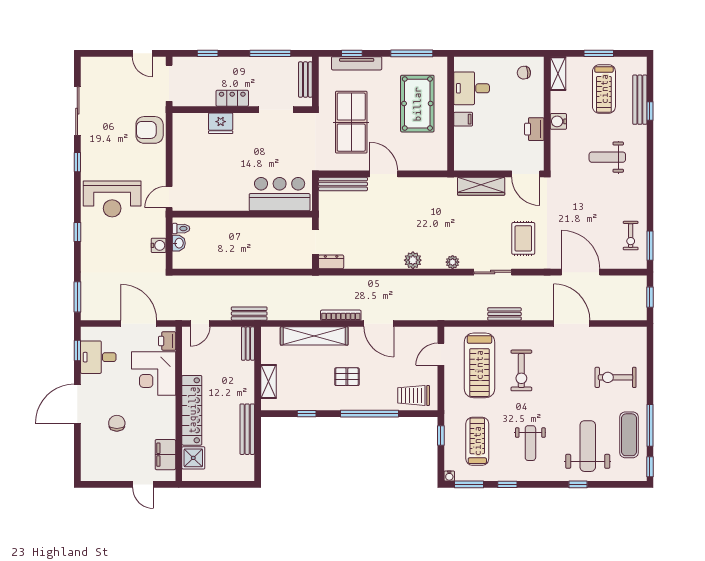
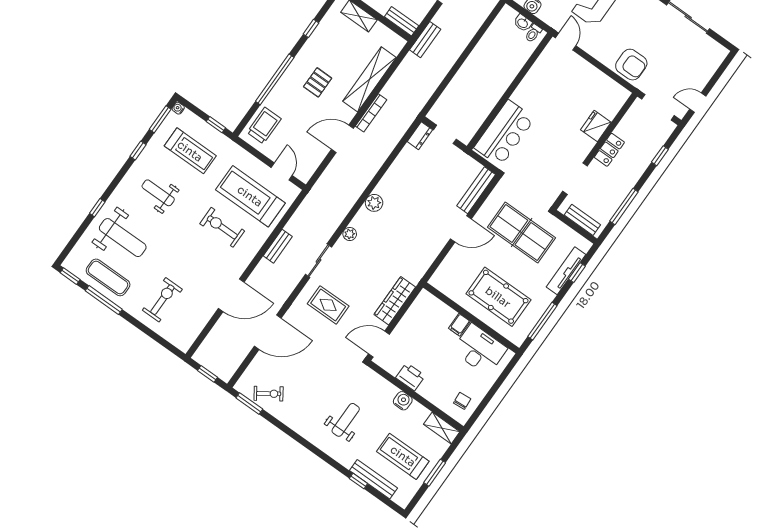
desk: (472, 88) -> (480, 349), width x1.37
armchair: (150, 130) -> (631, 65), turned 90
exercise bike: (631, 236) -> (269, 394), turned 146

